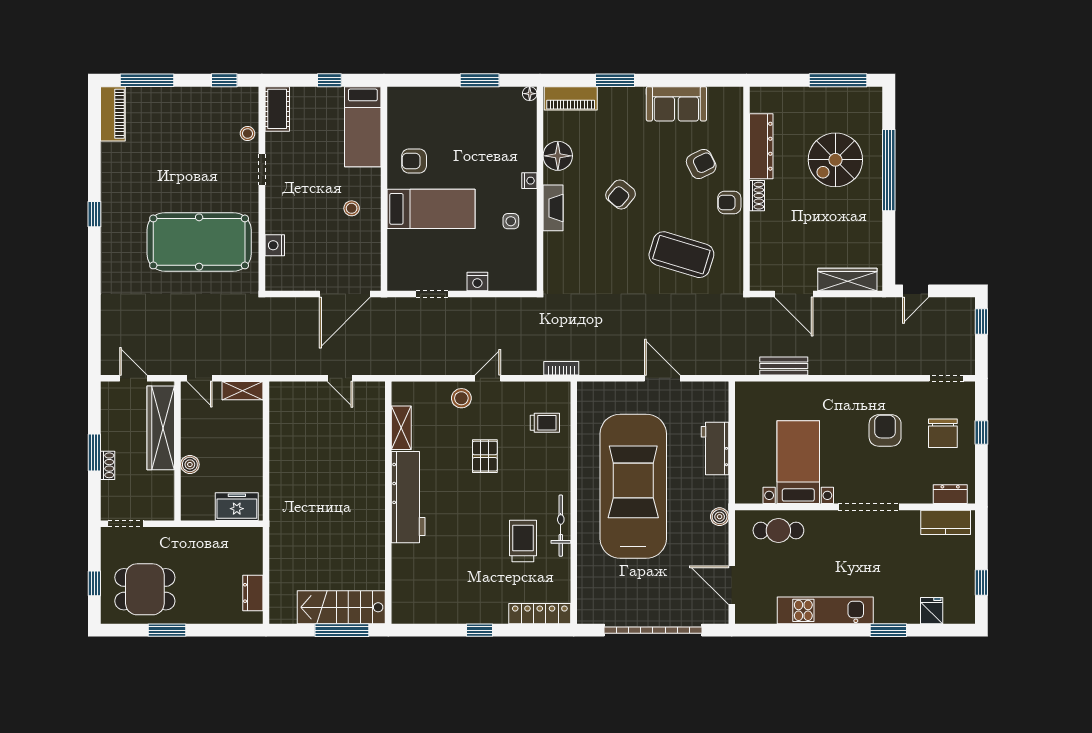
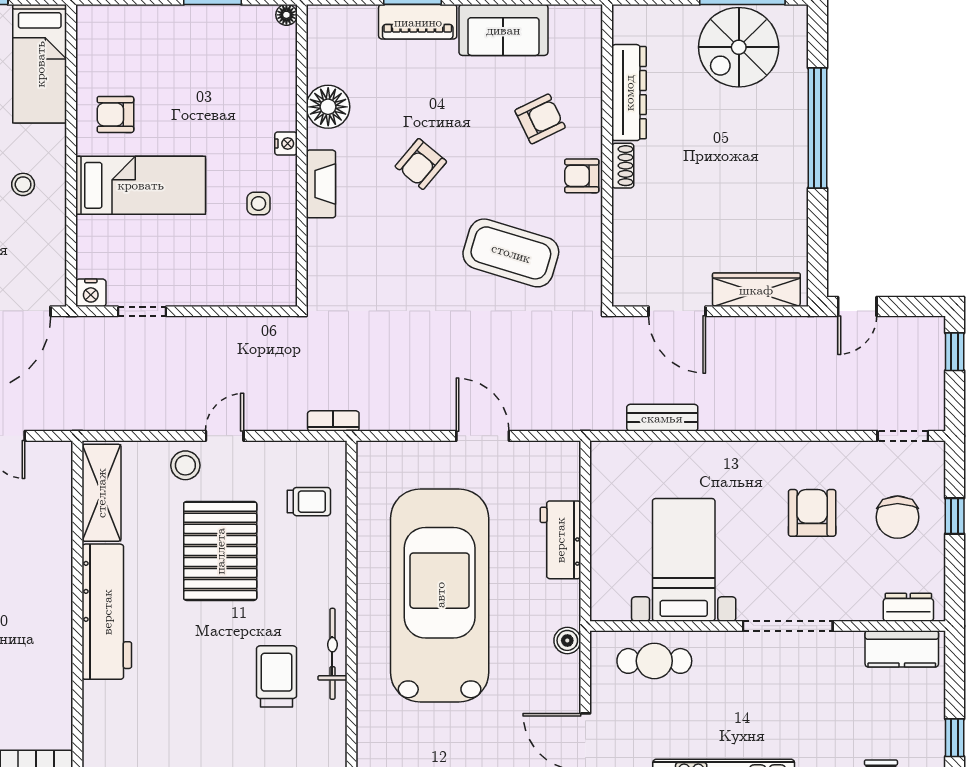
piano: (571, 98) -> (418, 22), moved
spiral stairs: (835, 160) -> (739, 47), moved
nightstand: (477, 282) -> (91, 293), moved
shelving: (401, 428) -> (101, 493), width x1.50, depth x1.33
pallet: (485, 456) -> (220, 551), width x2.05, depth x2.00

